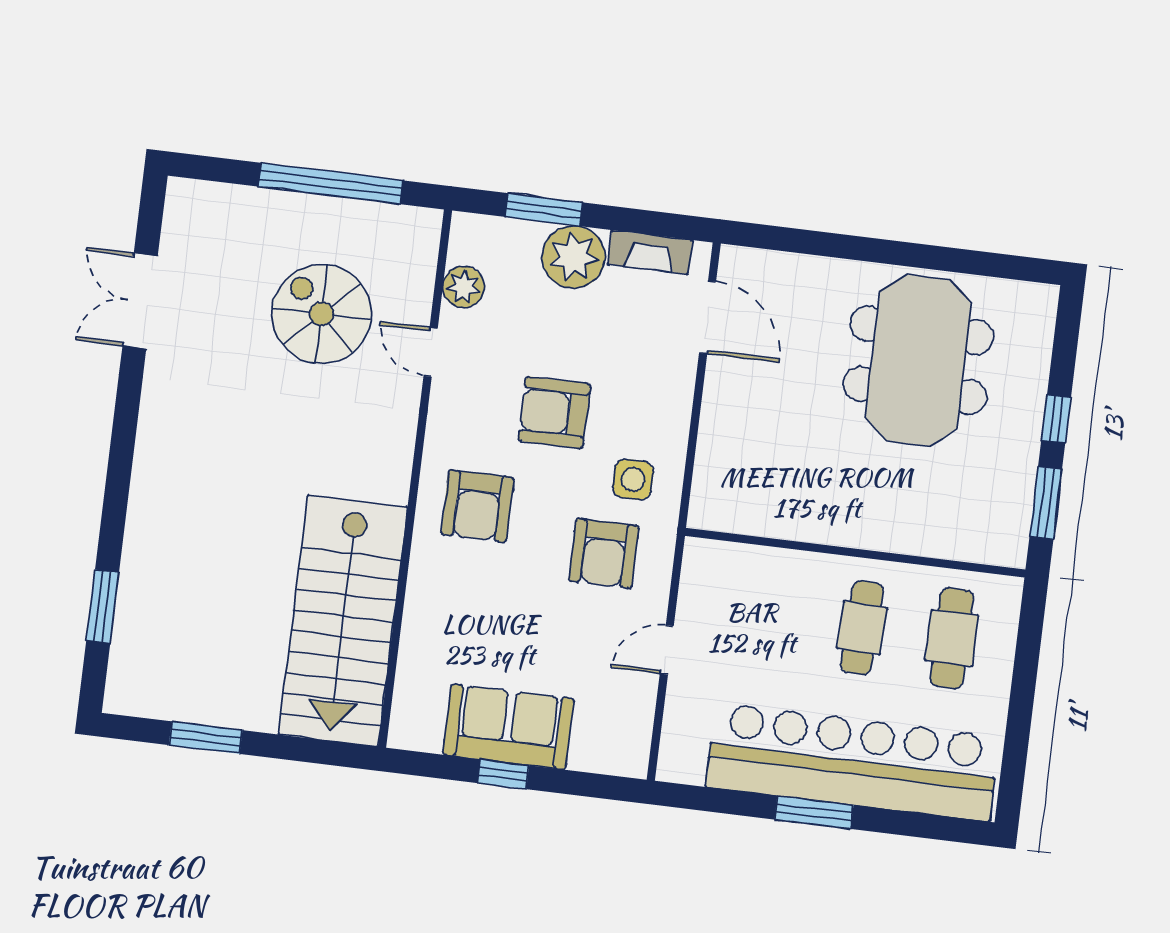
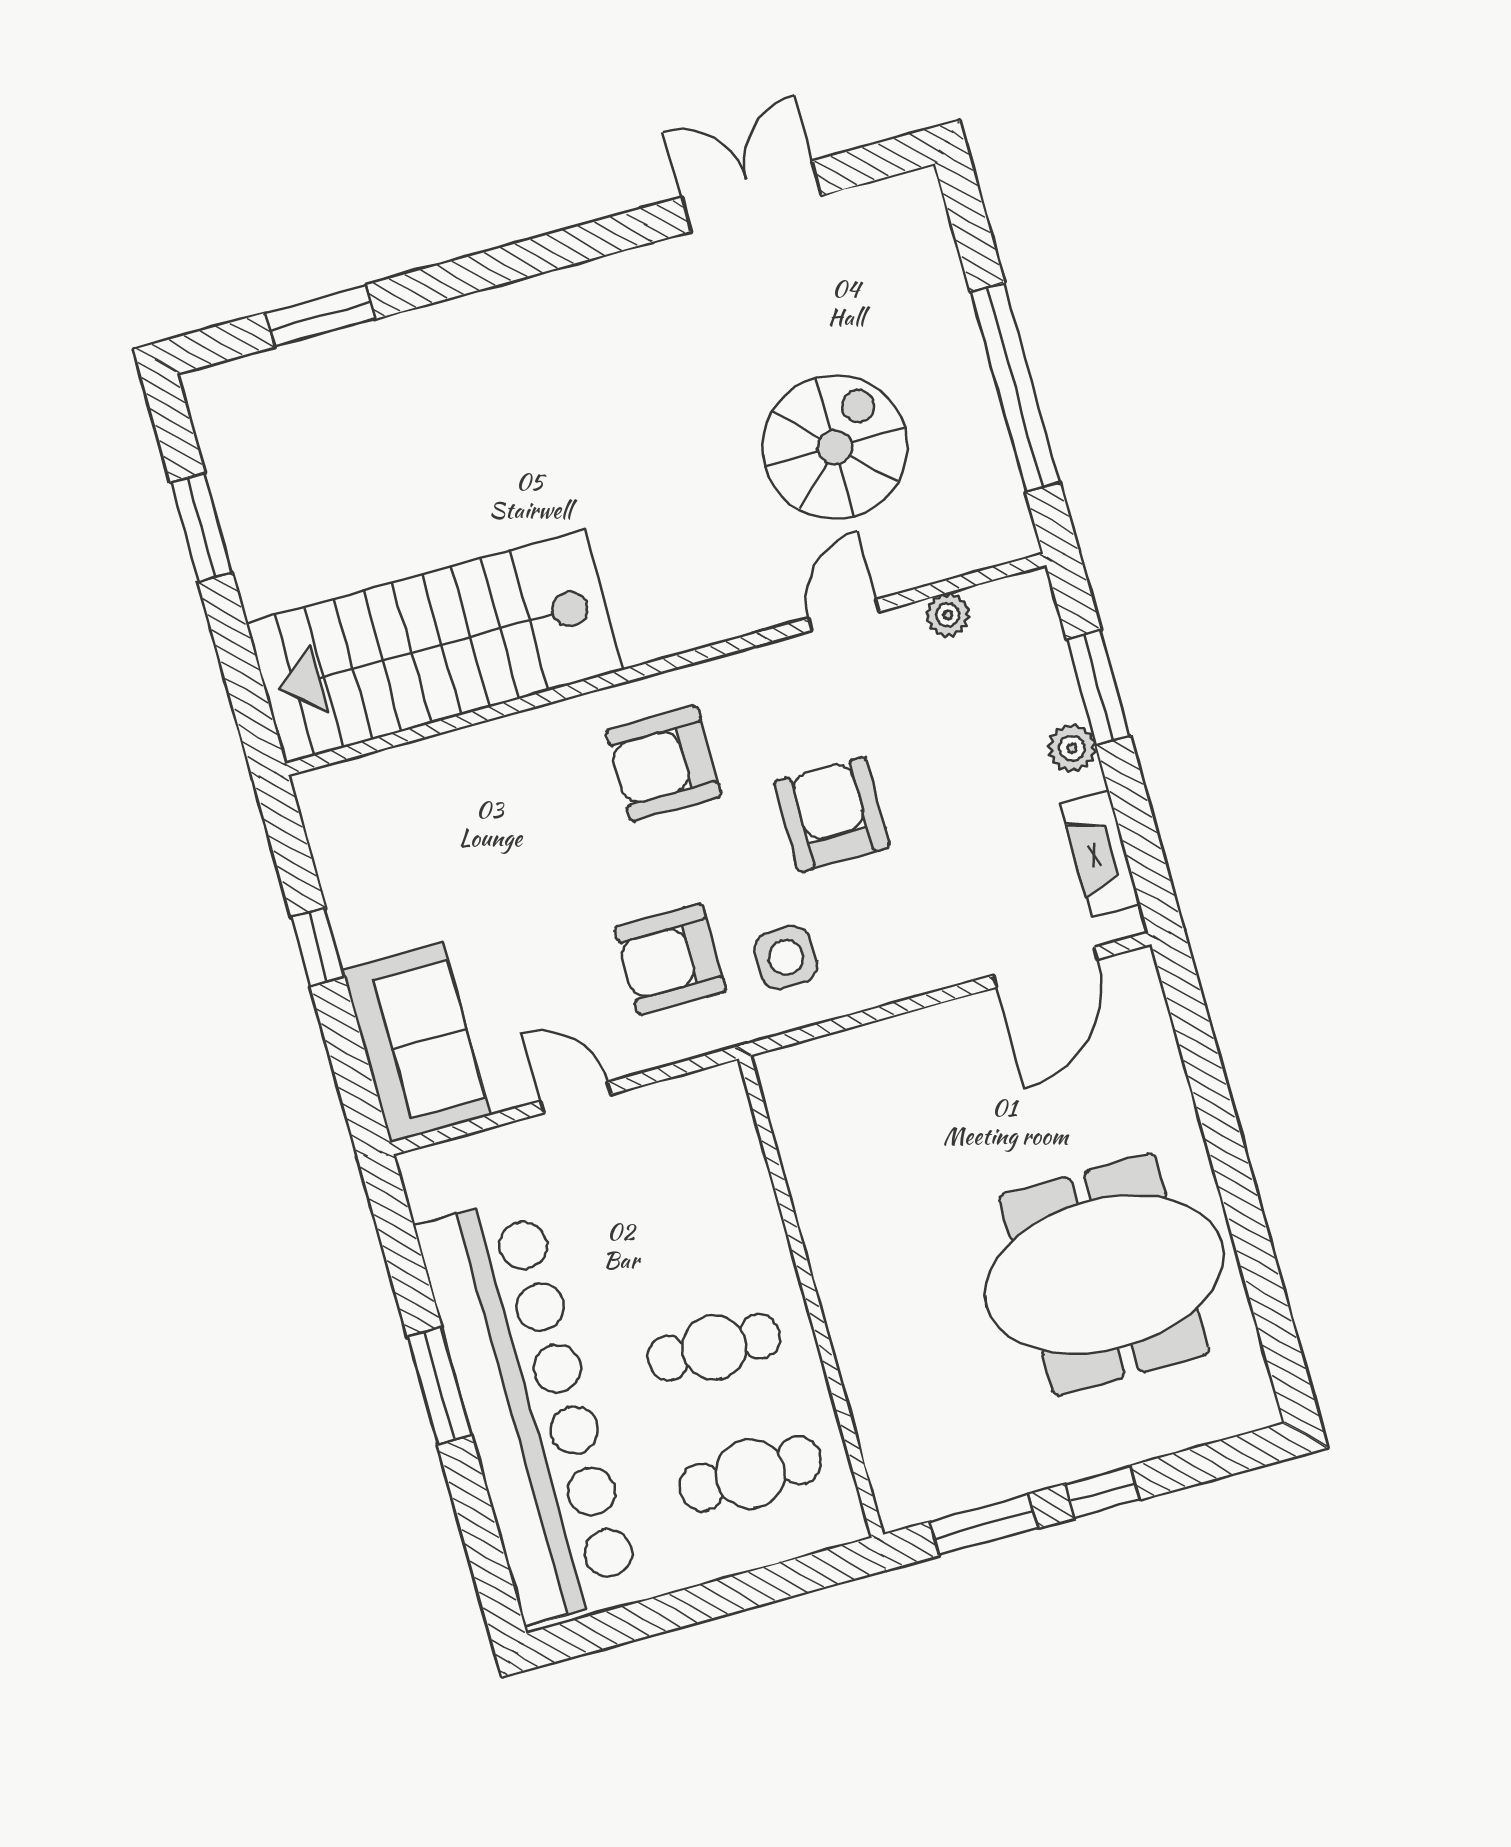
plant: (574, 257) -> (1072, 748), width x0.53, depth x0.53
plant: (464, 287) -> (948, 615), width x0.73, depth x0.73
sofa: (508, 727) -> (416, 1043), moved

